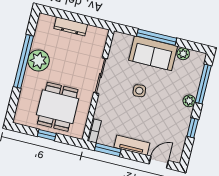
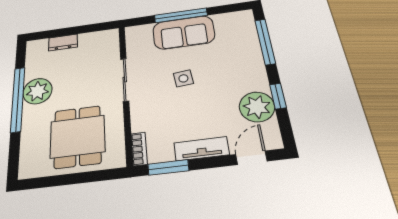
dresser: (71, 26) -> (63, 42), width x0.70
plant: (183, 54) -> (222, 20), removed
plant: (189, 101) -> (257, 107), moved, width x1.87, depth x1.87
window: (47, 135) -> (72, 179), removed

